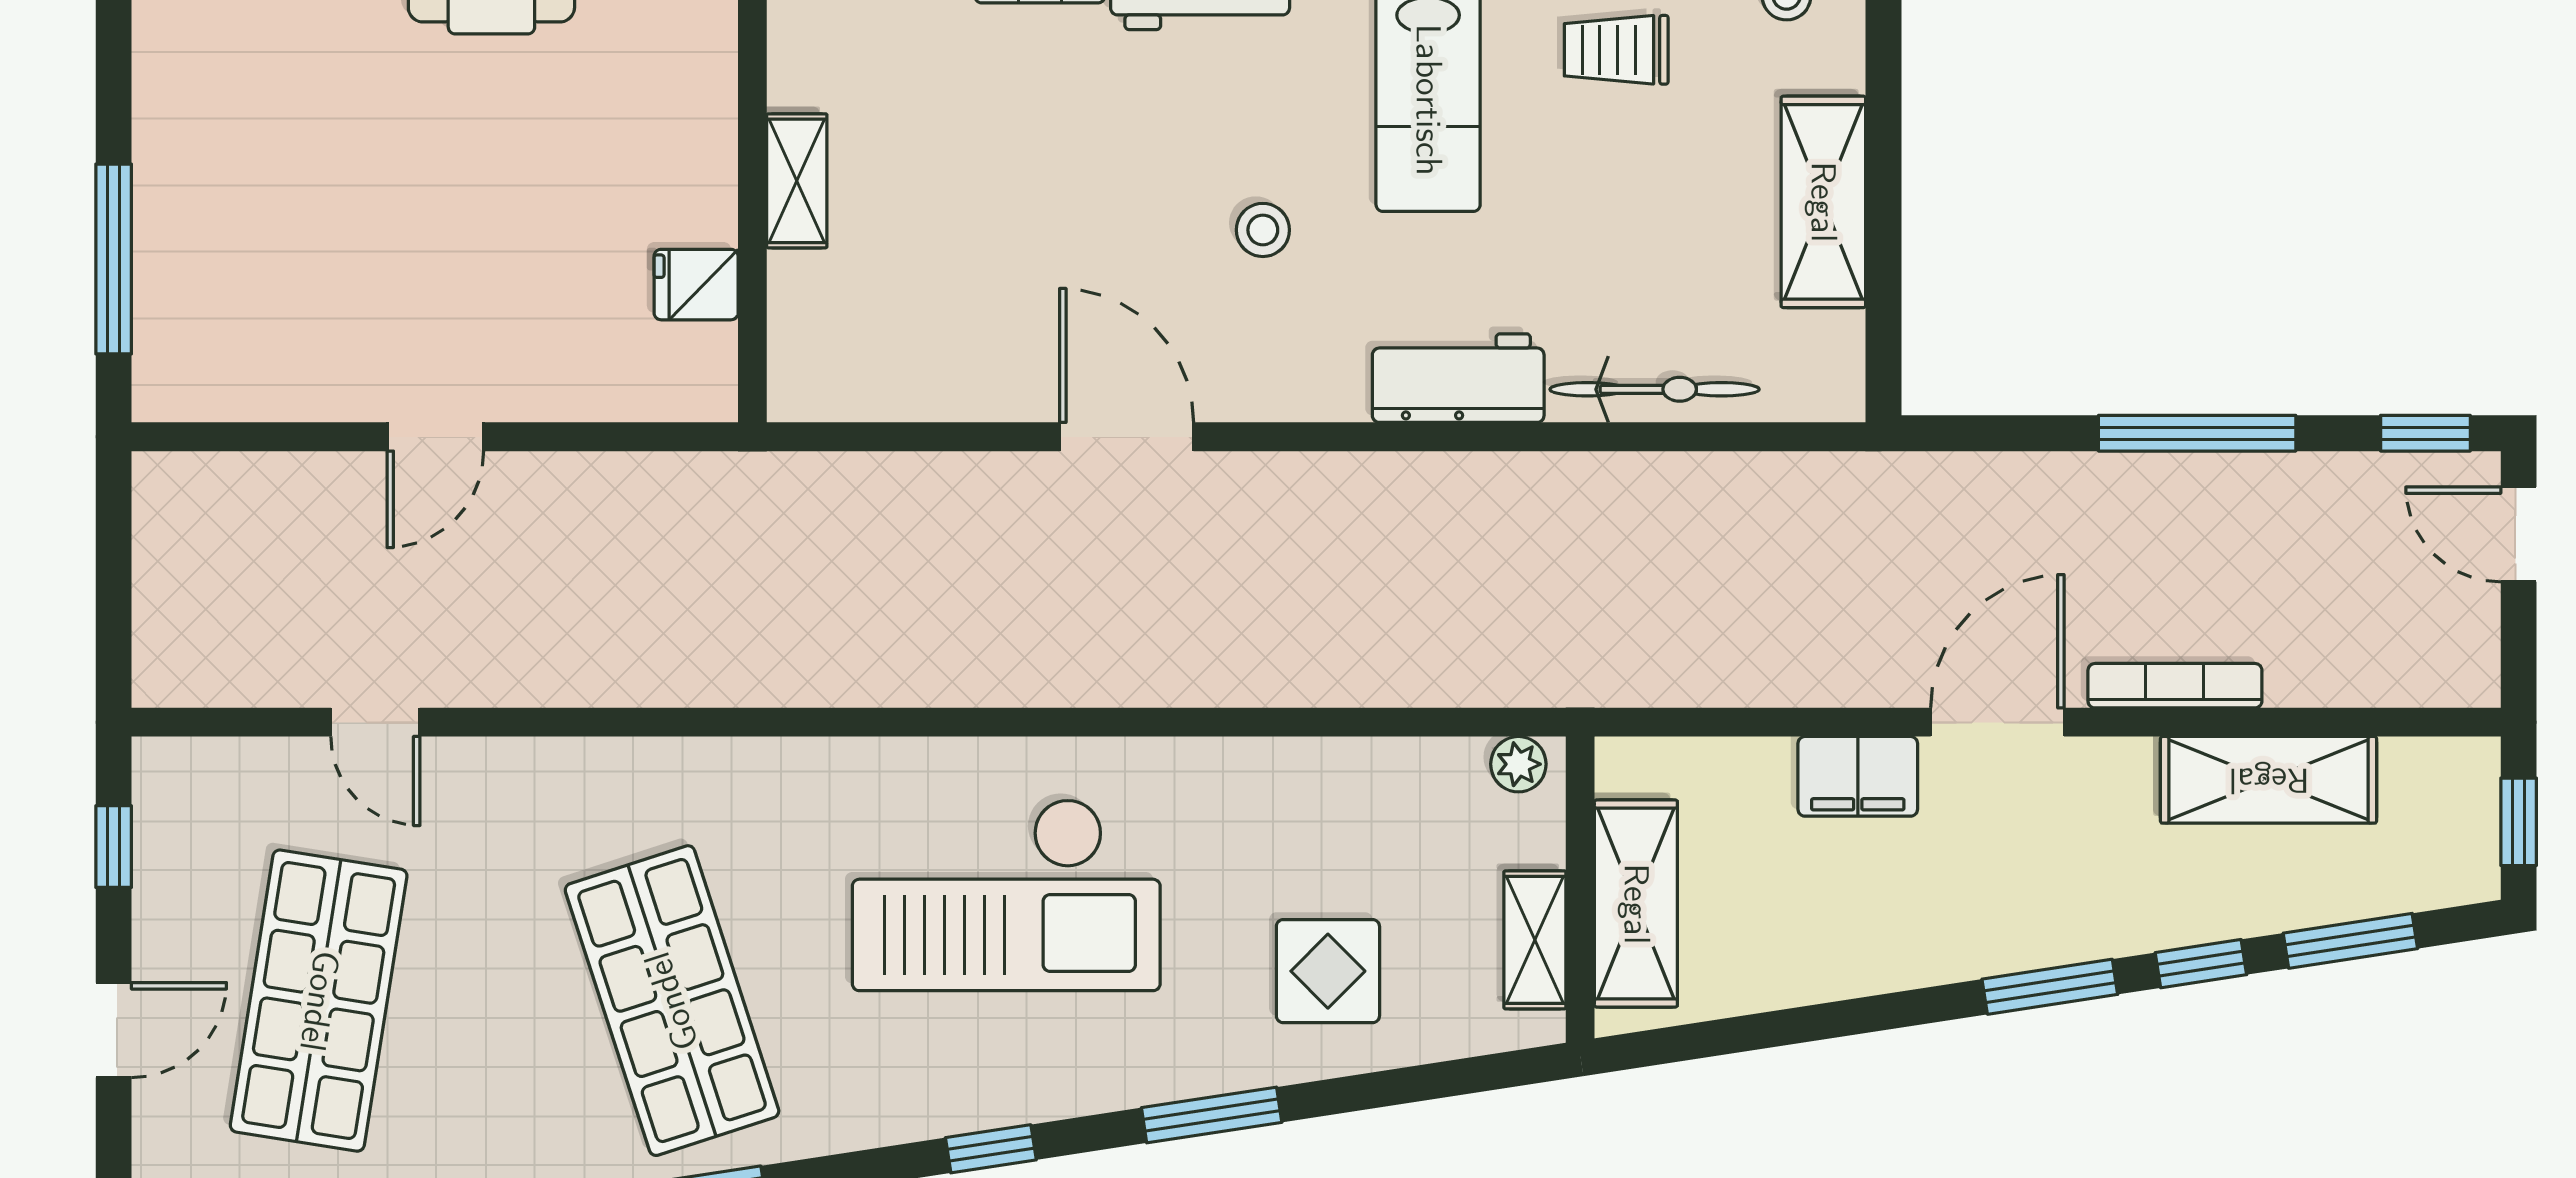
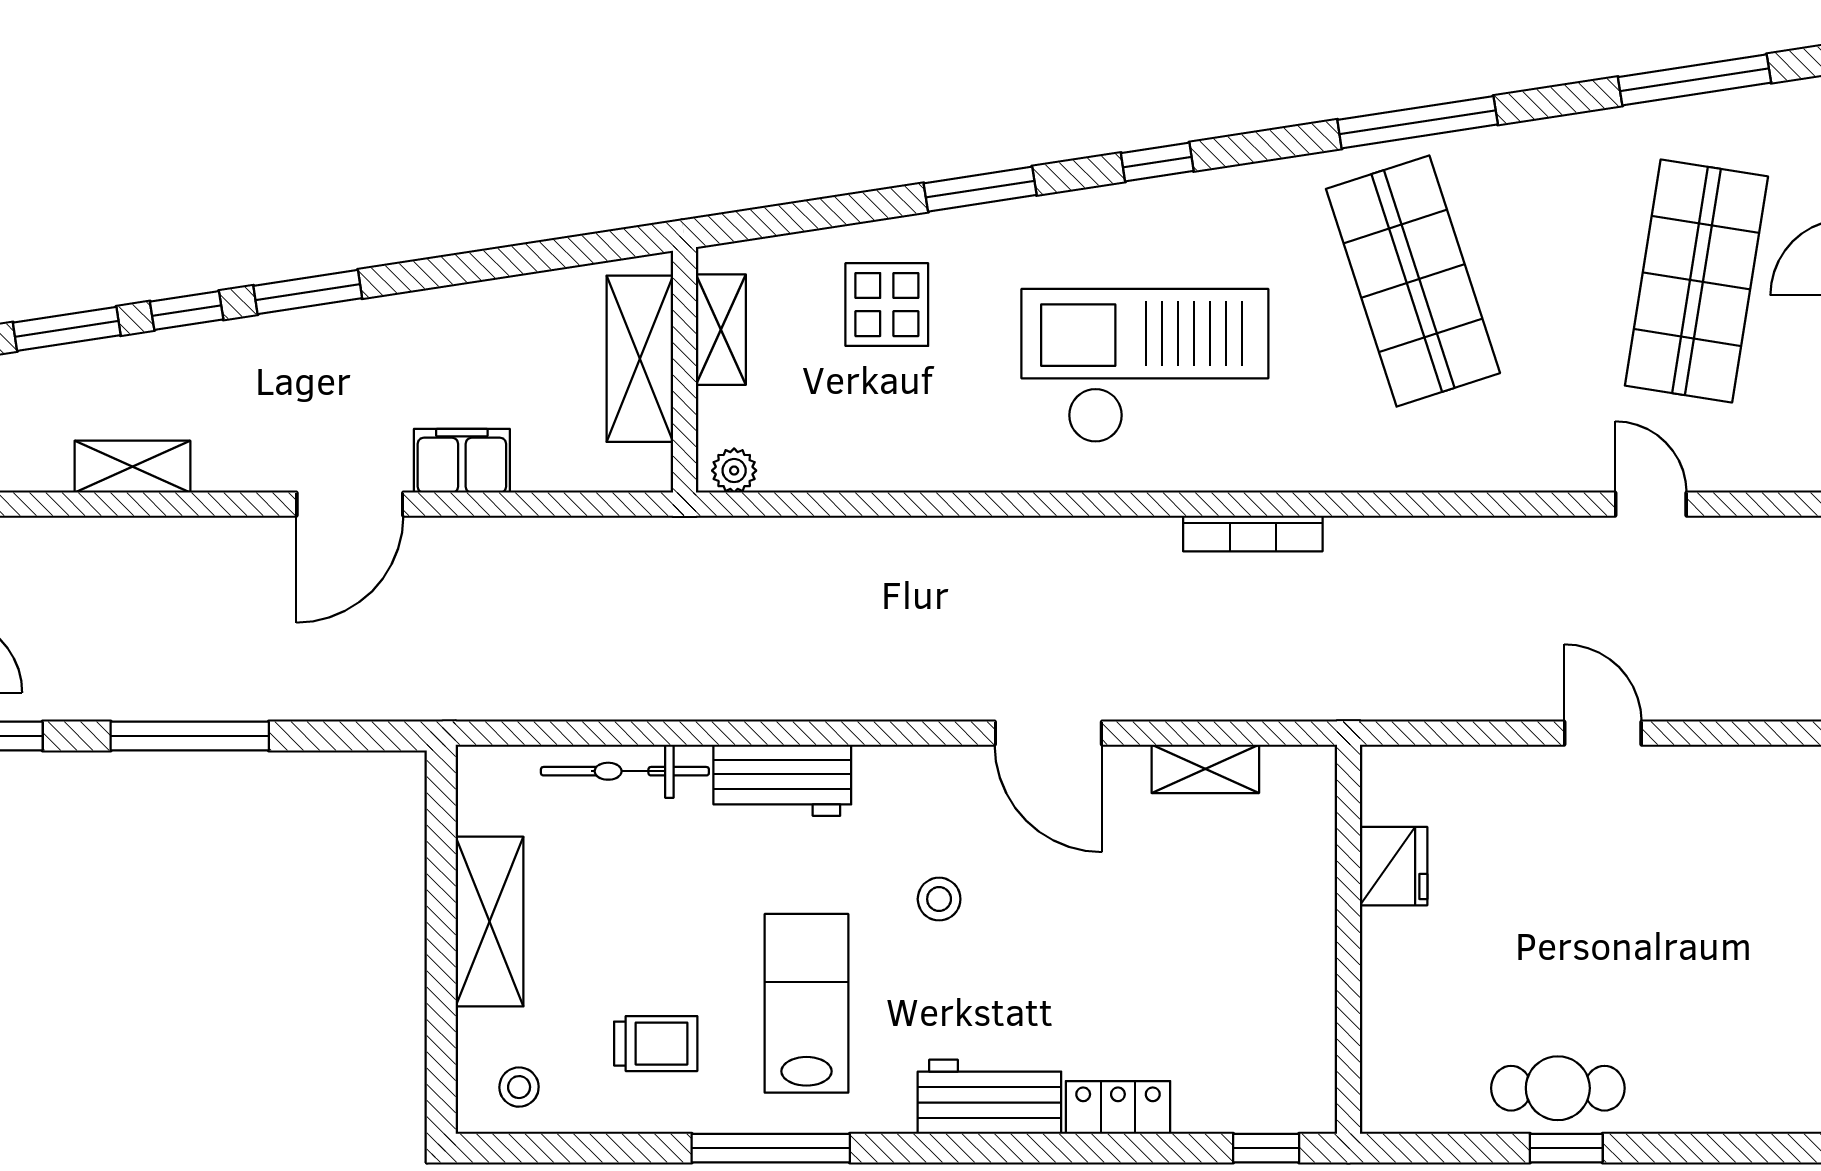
shelving: (797, 181) -> (1205, 769), moved, turned 90
fridge: (696, 285) -> (1394, 866), width x1.38
door: (435, 437) -> (1603, 733), hinge flipped
bookcase: (2175, 686) -> (1253, 534), moved
shelving: (2269, 780) -> (132, 467), width x0.67, depth x0.75

